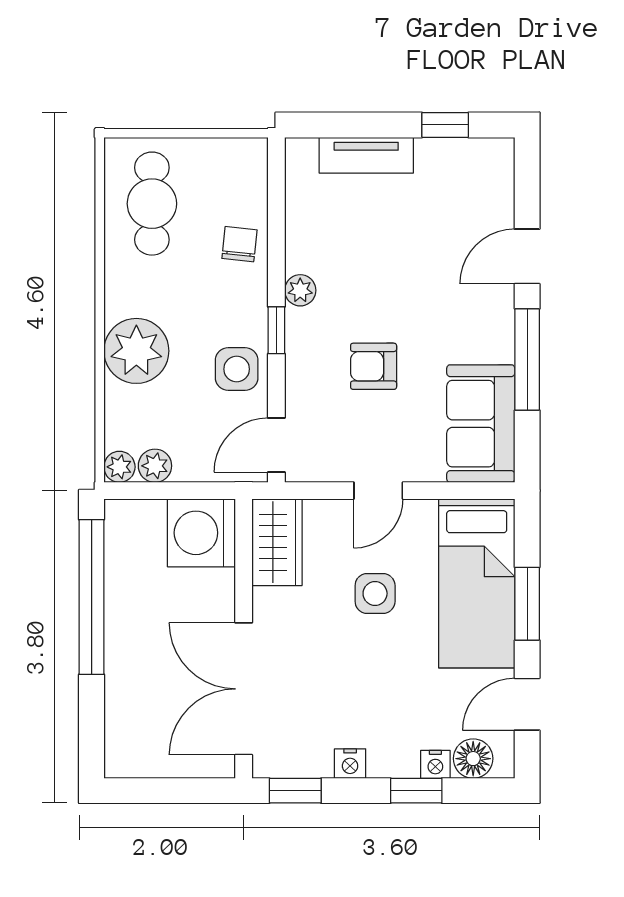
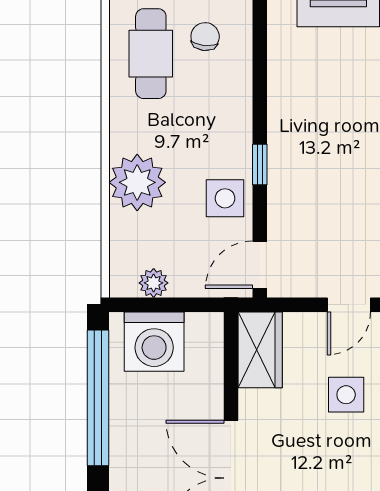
chair: (239, 244) -> (205, 37), moved
plant: (300, 290) -> (281, 129), removed
armchair: (374, 366) -> (345, 196), removed
plant: (119, 467) -> (122, 284), removed
washing machine: (201, 533) -> (154, 342), moved, turned -90

